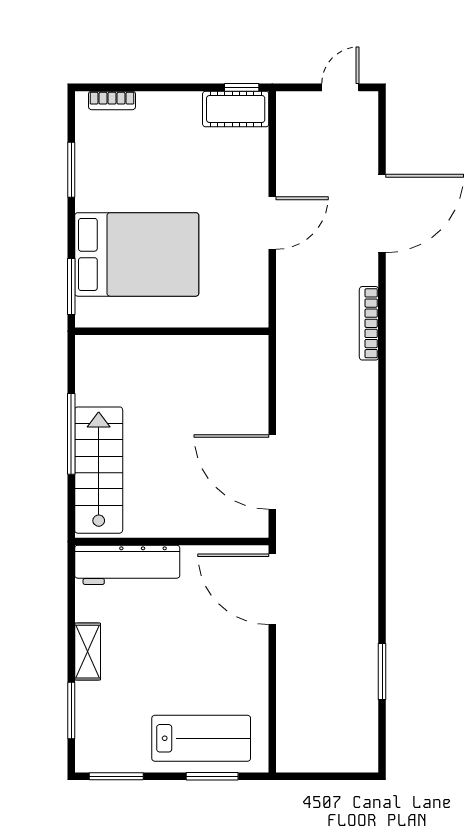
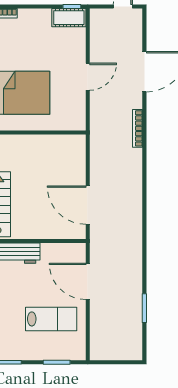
door: (272, 589) -> (88, 281), moved
lab bench: (201, 738) -> (51, 319), moved

